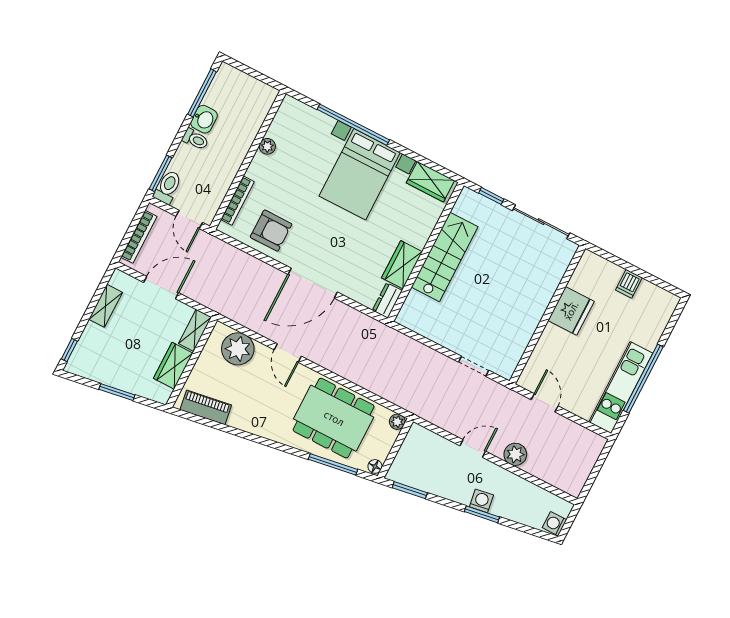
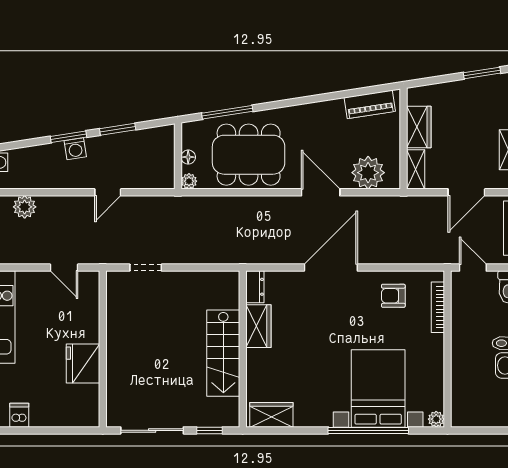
plant: (267, 146) -> (436, 419), moved
bed with nightstands: (360, 174) -> (378, 388), moved
armchair: (271, 231) -> (393, 296), width x0.72, depth x0.72
dishwasher: (629, 284) -> (19, 415), moved
door: (288, 353) -> (321, 192), width x1.38
window: (117, 392) -> (482, 73), moved
plant: (515, 454) -> (25, 207), moved
floor lamp: (375, 466) -> (188, 157), moved
window: (410, 490) -> (118, 129), moved

